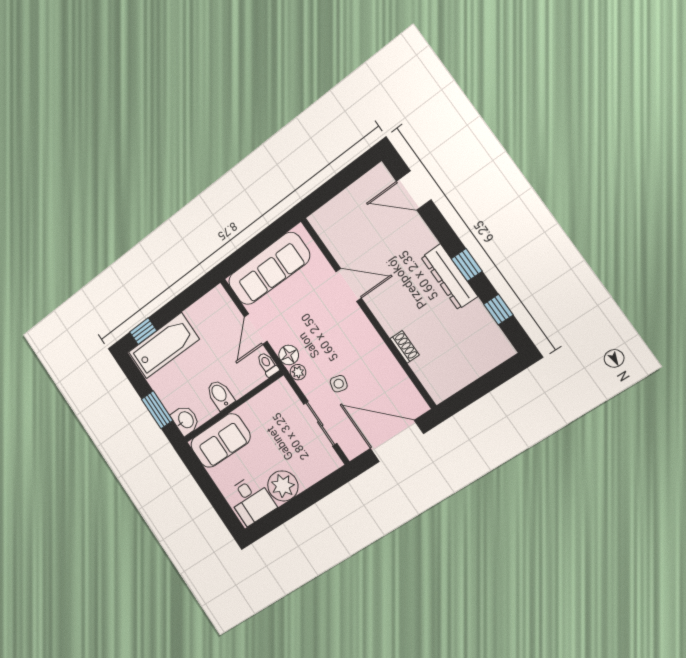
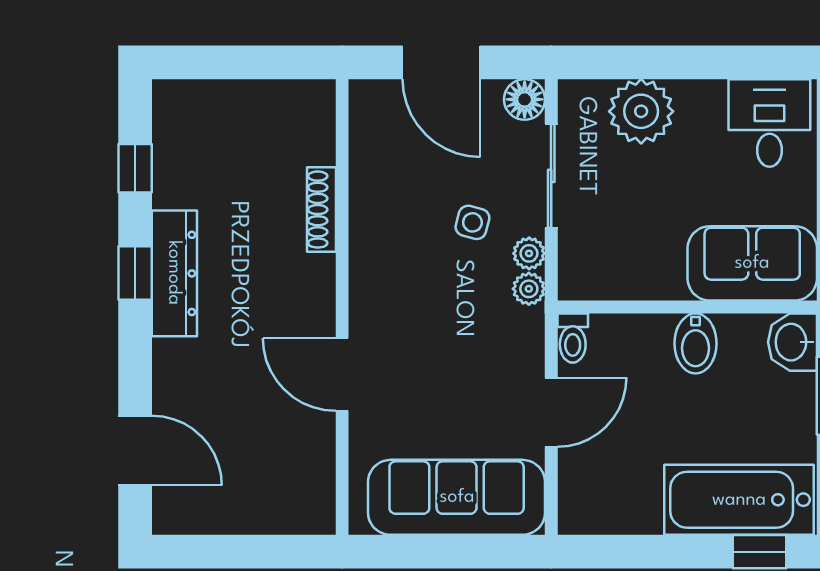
shoe rack: (405, 347) -> (321, 210), width x1.43
floor lamp: (289, 355) -> (525, 99), moved
plant: (308, 386) -> (529, 253), added
door: (397, 441) -> (441, 62), width x0.73
plant: (283, 486) -> (641, 111), moved

